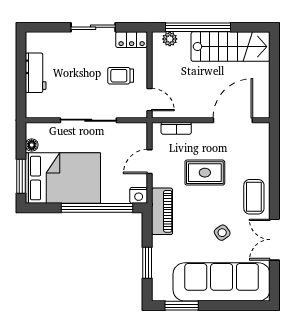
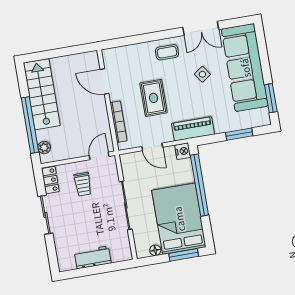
door: (233, 120) -> (104, 82), width x0.73
bookcase: (176, 128) -> (119, 122), width x1.56
coffee table: (254, 197) -> (167, 52), width x0.73, depth x0.77

